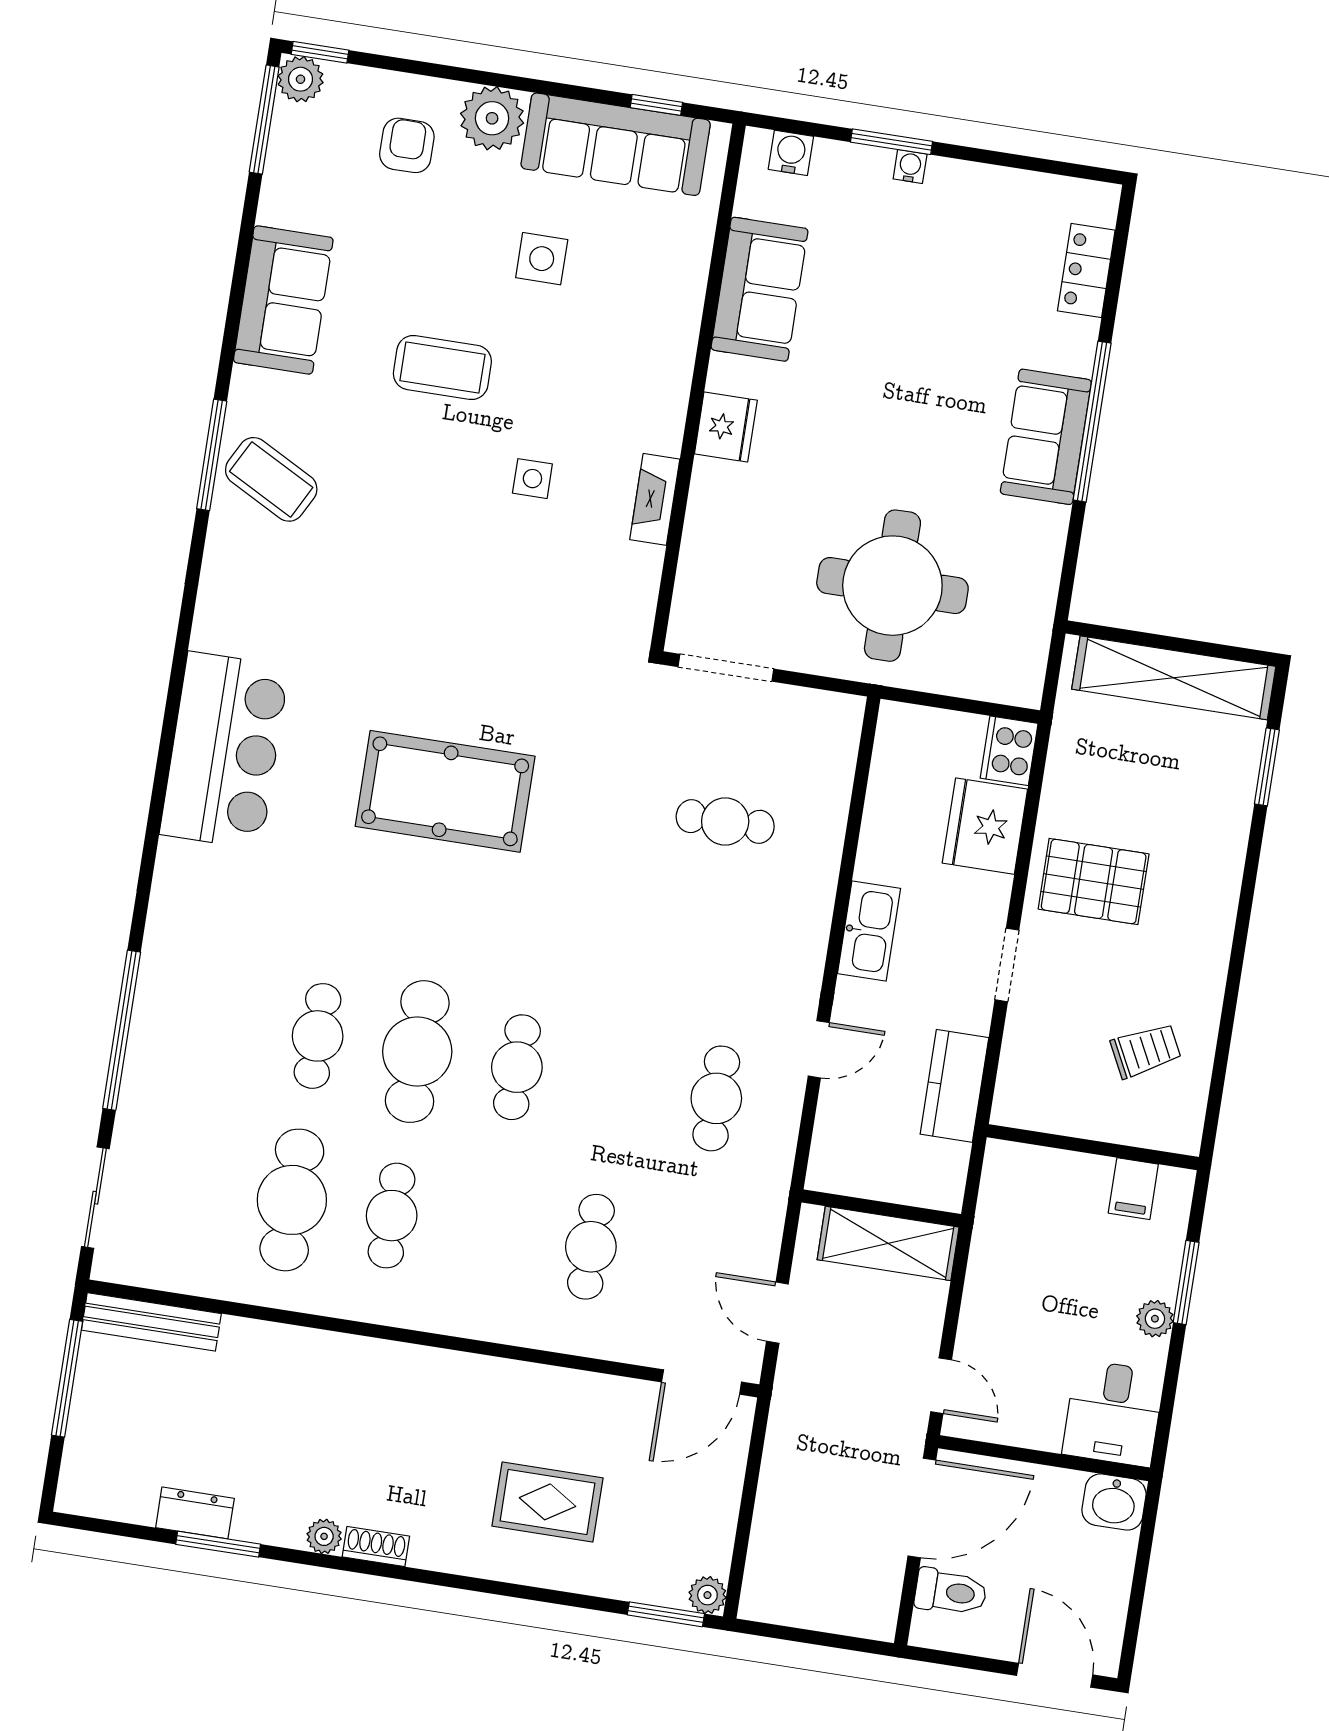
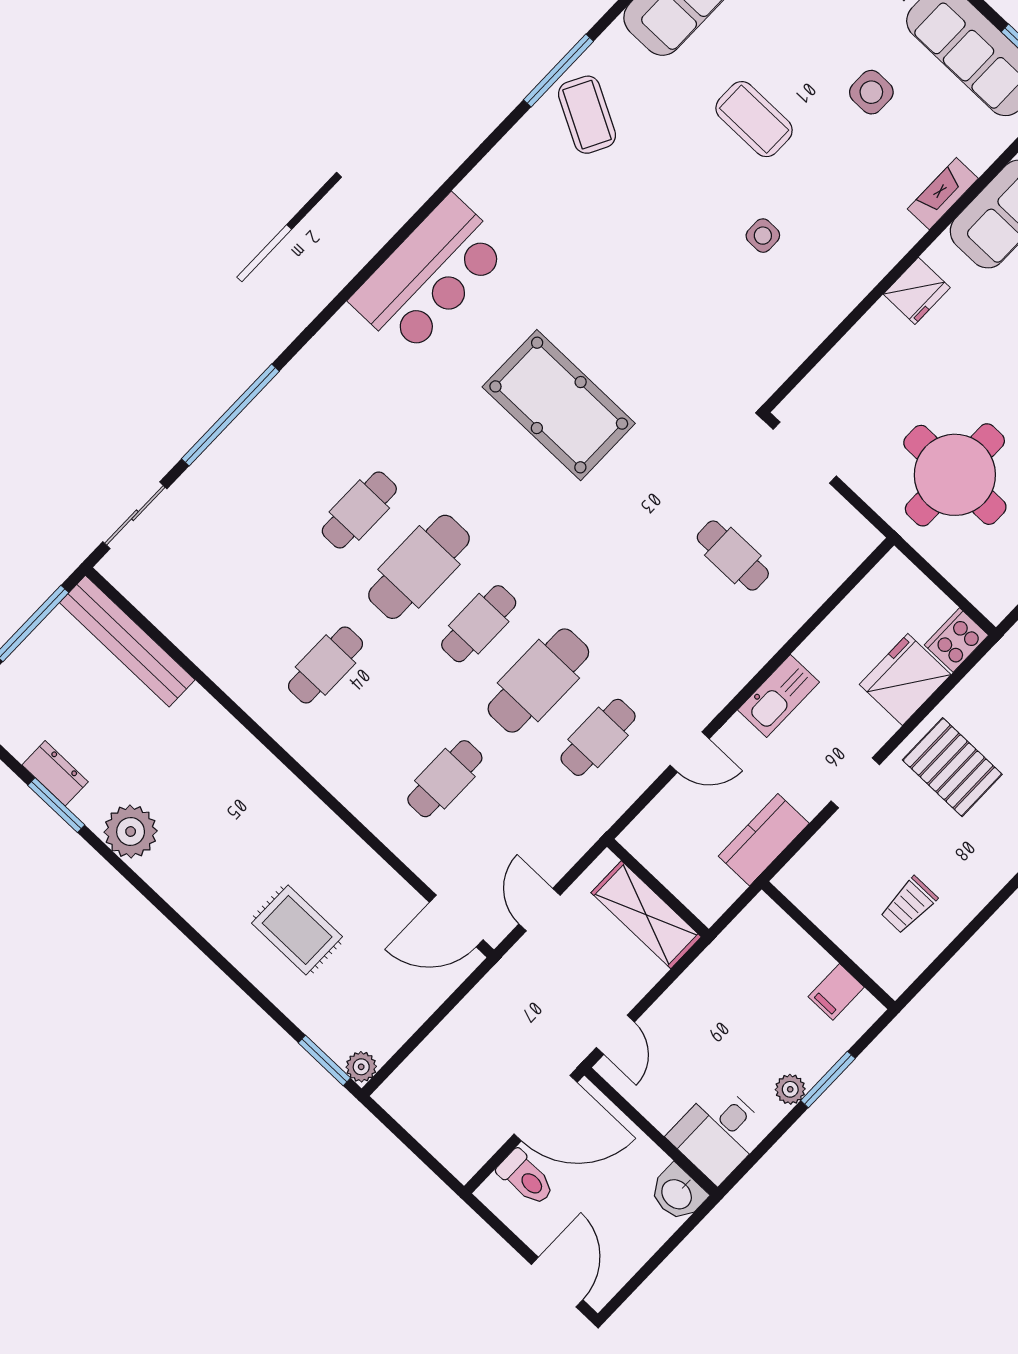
fireplace: (655, 499) -> (943, 194), moved
trolley: (1146, 1051) -> (909, 905), turned 117
cafe table: (292, 1200) -> (538, 681), moved
bench: (151, 1322) -> (127, 641), width x1.37, depth x1.21
plant: (324, 1536) -> (131, 832), width x1.88, depth x1.88
shoe rack: (376, 1547) -> (161, 880), removed

